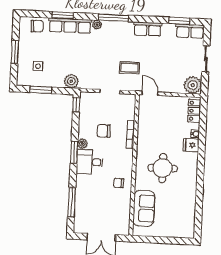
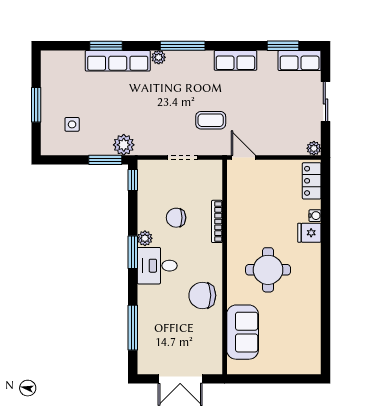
chair: (37, 26) -> (68, 64), removed
plant: (193, 85) -> (314, 148), width x0.53, depth x0.53
window: (41, 90) -> (105, 160), moved
chair: (119, 183) -> (202, 295), width x1.87, depth x1.87

